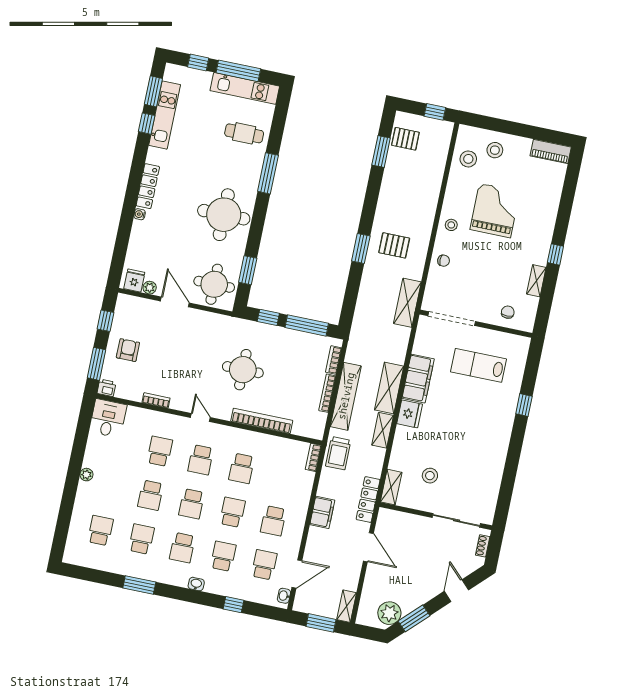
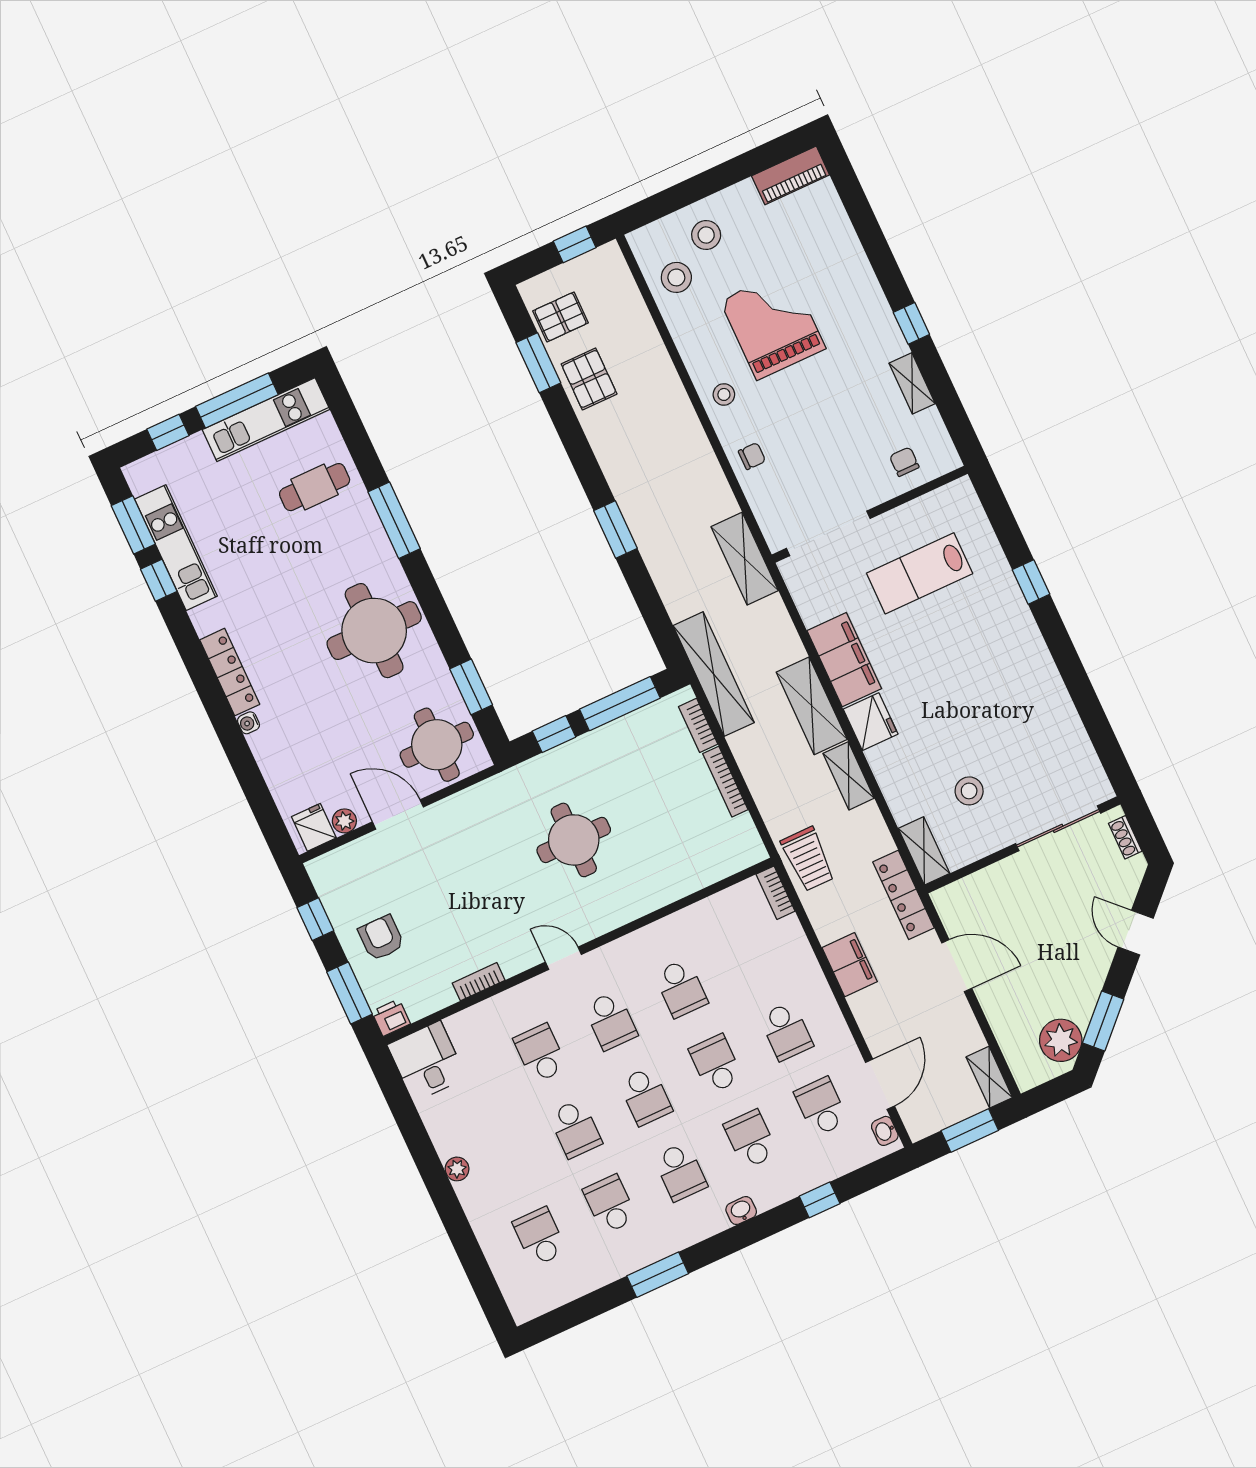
pallet: (394, 245) -> (589, 379), moved, turned 90
shelving: (346, 396) -> (714, 674), moved
bookcase: (262, 421) -> (658, 895), removed

